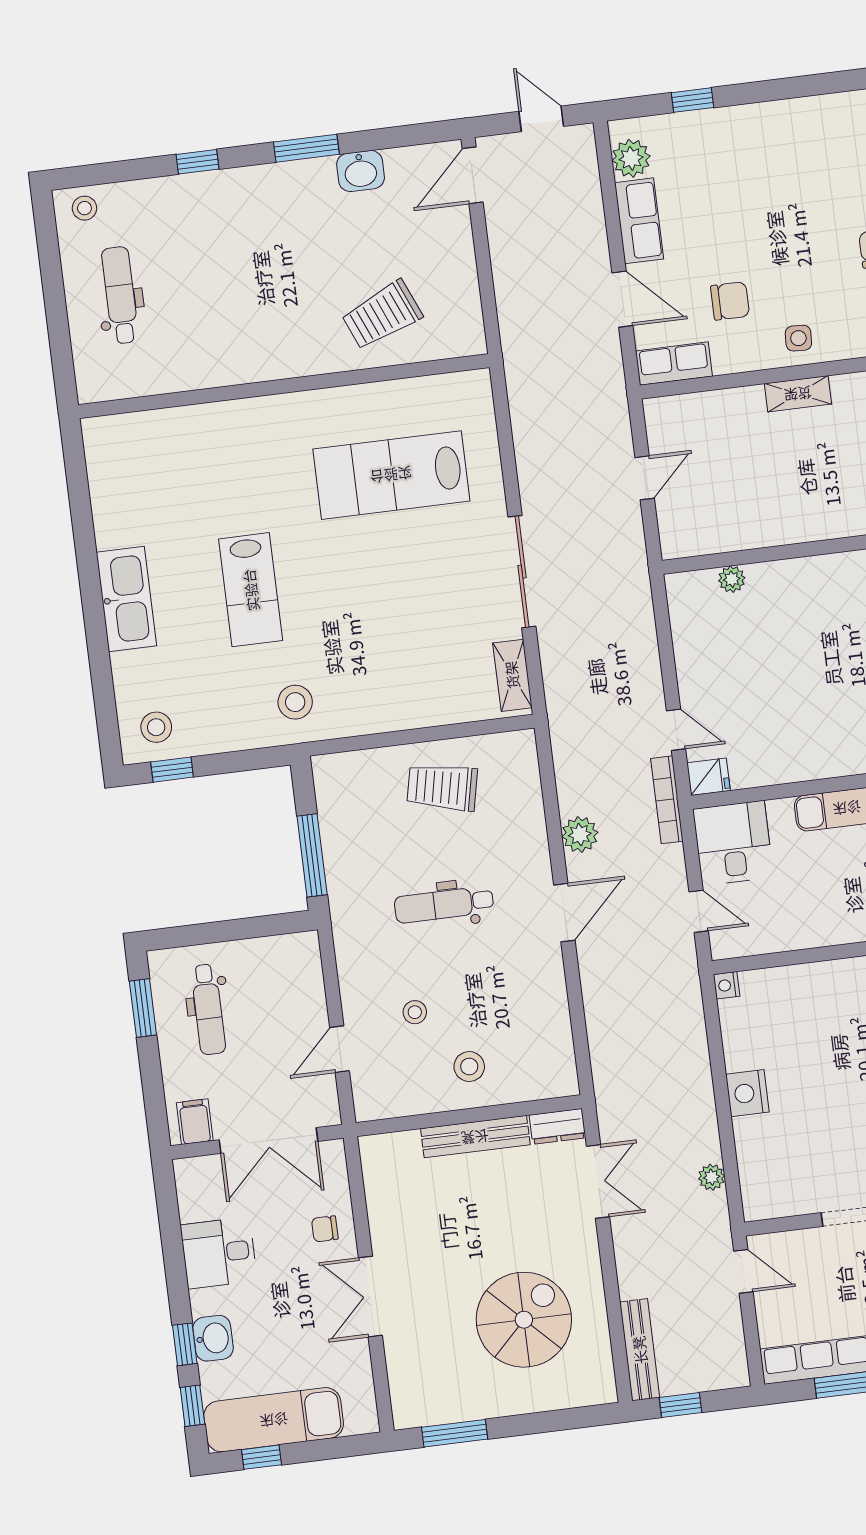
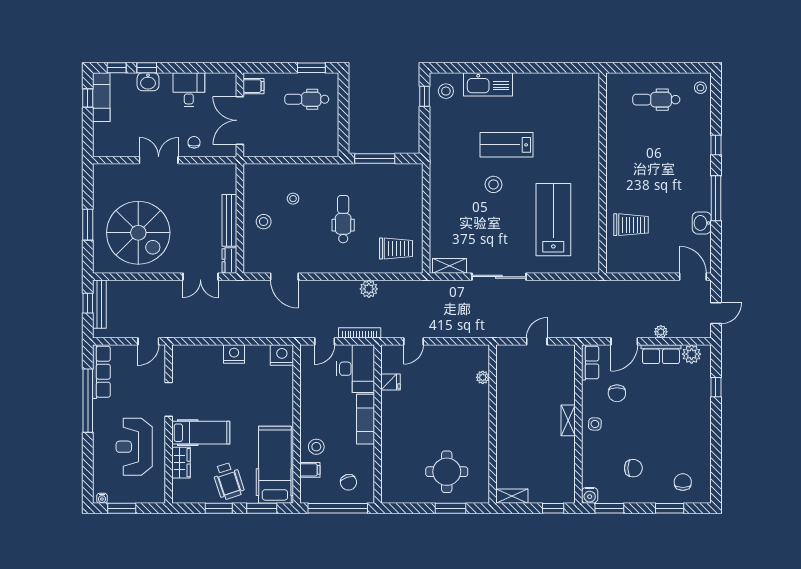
window: (306, 148) -> (716, 198), width x1.44
dental chair: (120, 295) -> (656, 100), turned 180
trolley: (382, 315) -> (631, 225), turned 113
door: (645, 478) -> (537, 341), swing flipped
kitchen sink: (126, 599) -> (488, 84), moved
stool: (295, 702) -> (494, 184), moved
fridge: (709, 777) -> (390, 382), moved, turned -90
trolley: (442, 787) -> (396, 248), moved, turned 78
bookcase: (667, 800) -> (360, 333), moved
desk: (733, 843) -> (355, 369), width x1.37
door: (564, 913) -> (284, 277), moved
nightstand: (727, 985) -> (282, 355), width x1.89, depth x1.79
door: (340, 1049) -> (280, 160), removed
plant: (712, 1177) -> (661, 332), moved
spiral stairs: (524, 1320) -> (138, 233), width x1.37, depth x1.37
bench: (640, 1350) -> (99, 304), moved, turned 90
exam couch: (274, 1420) -> (101, 97), width x0.73, depth x0.69
window: (455, 1433) -> (88, 225), moved

